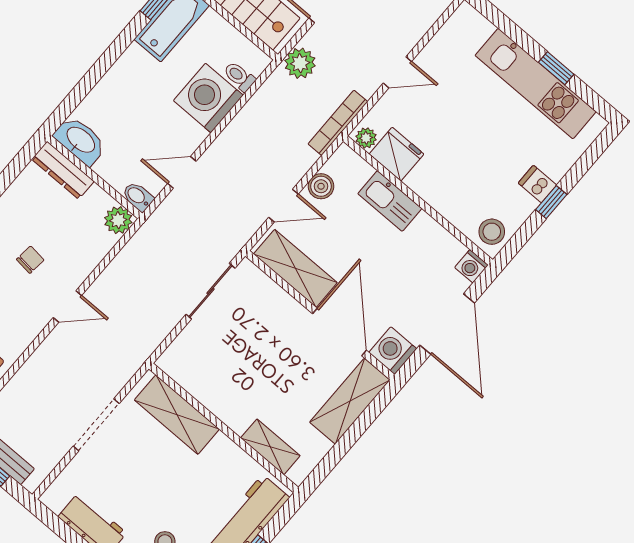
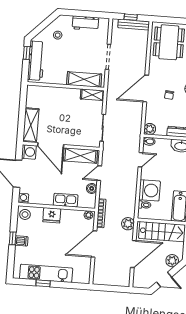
door: (397, 72) -> (94, 244), width x1.88
fridge: (397, 154) -> (52, 215), moved
door: (67, 306) -> (146, 89), width x1.87
shelving: (270, 447) -> (92, 95), moved

